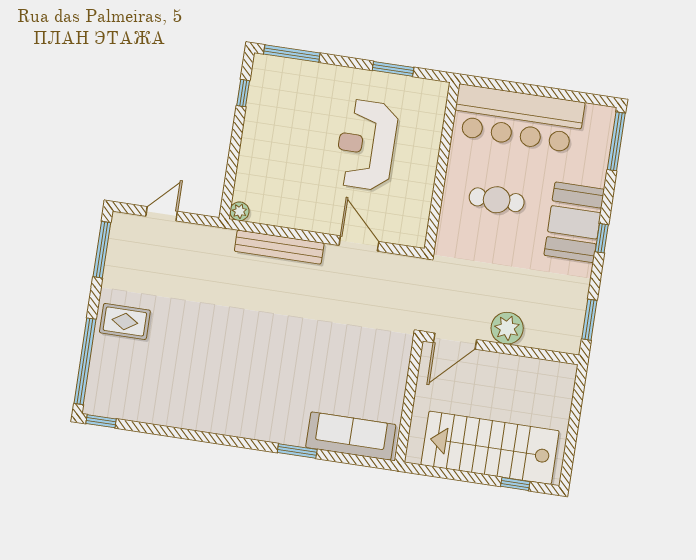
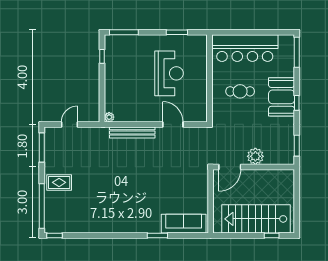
reception desk: (366, 145) -> (169, 73), turned 180

